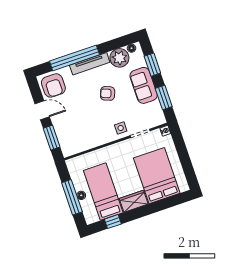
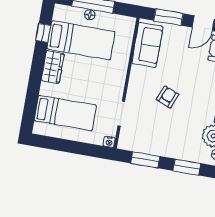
sofa: (144, 85) -> (147, 45), moved, turned 90
armchair: (108, 93) -> (168, 97), moved
side table: (121, 128) -> (138, 96), removed
bed: (157, 176) -> (65, 113), width x0.67

